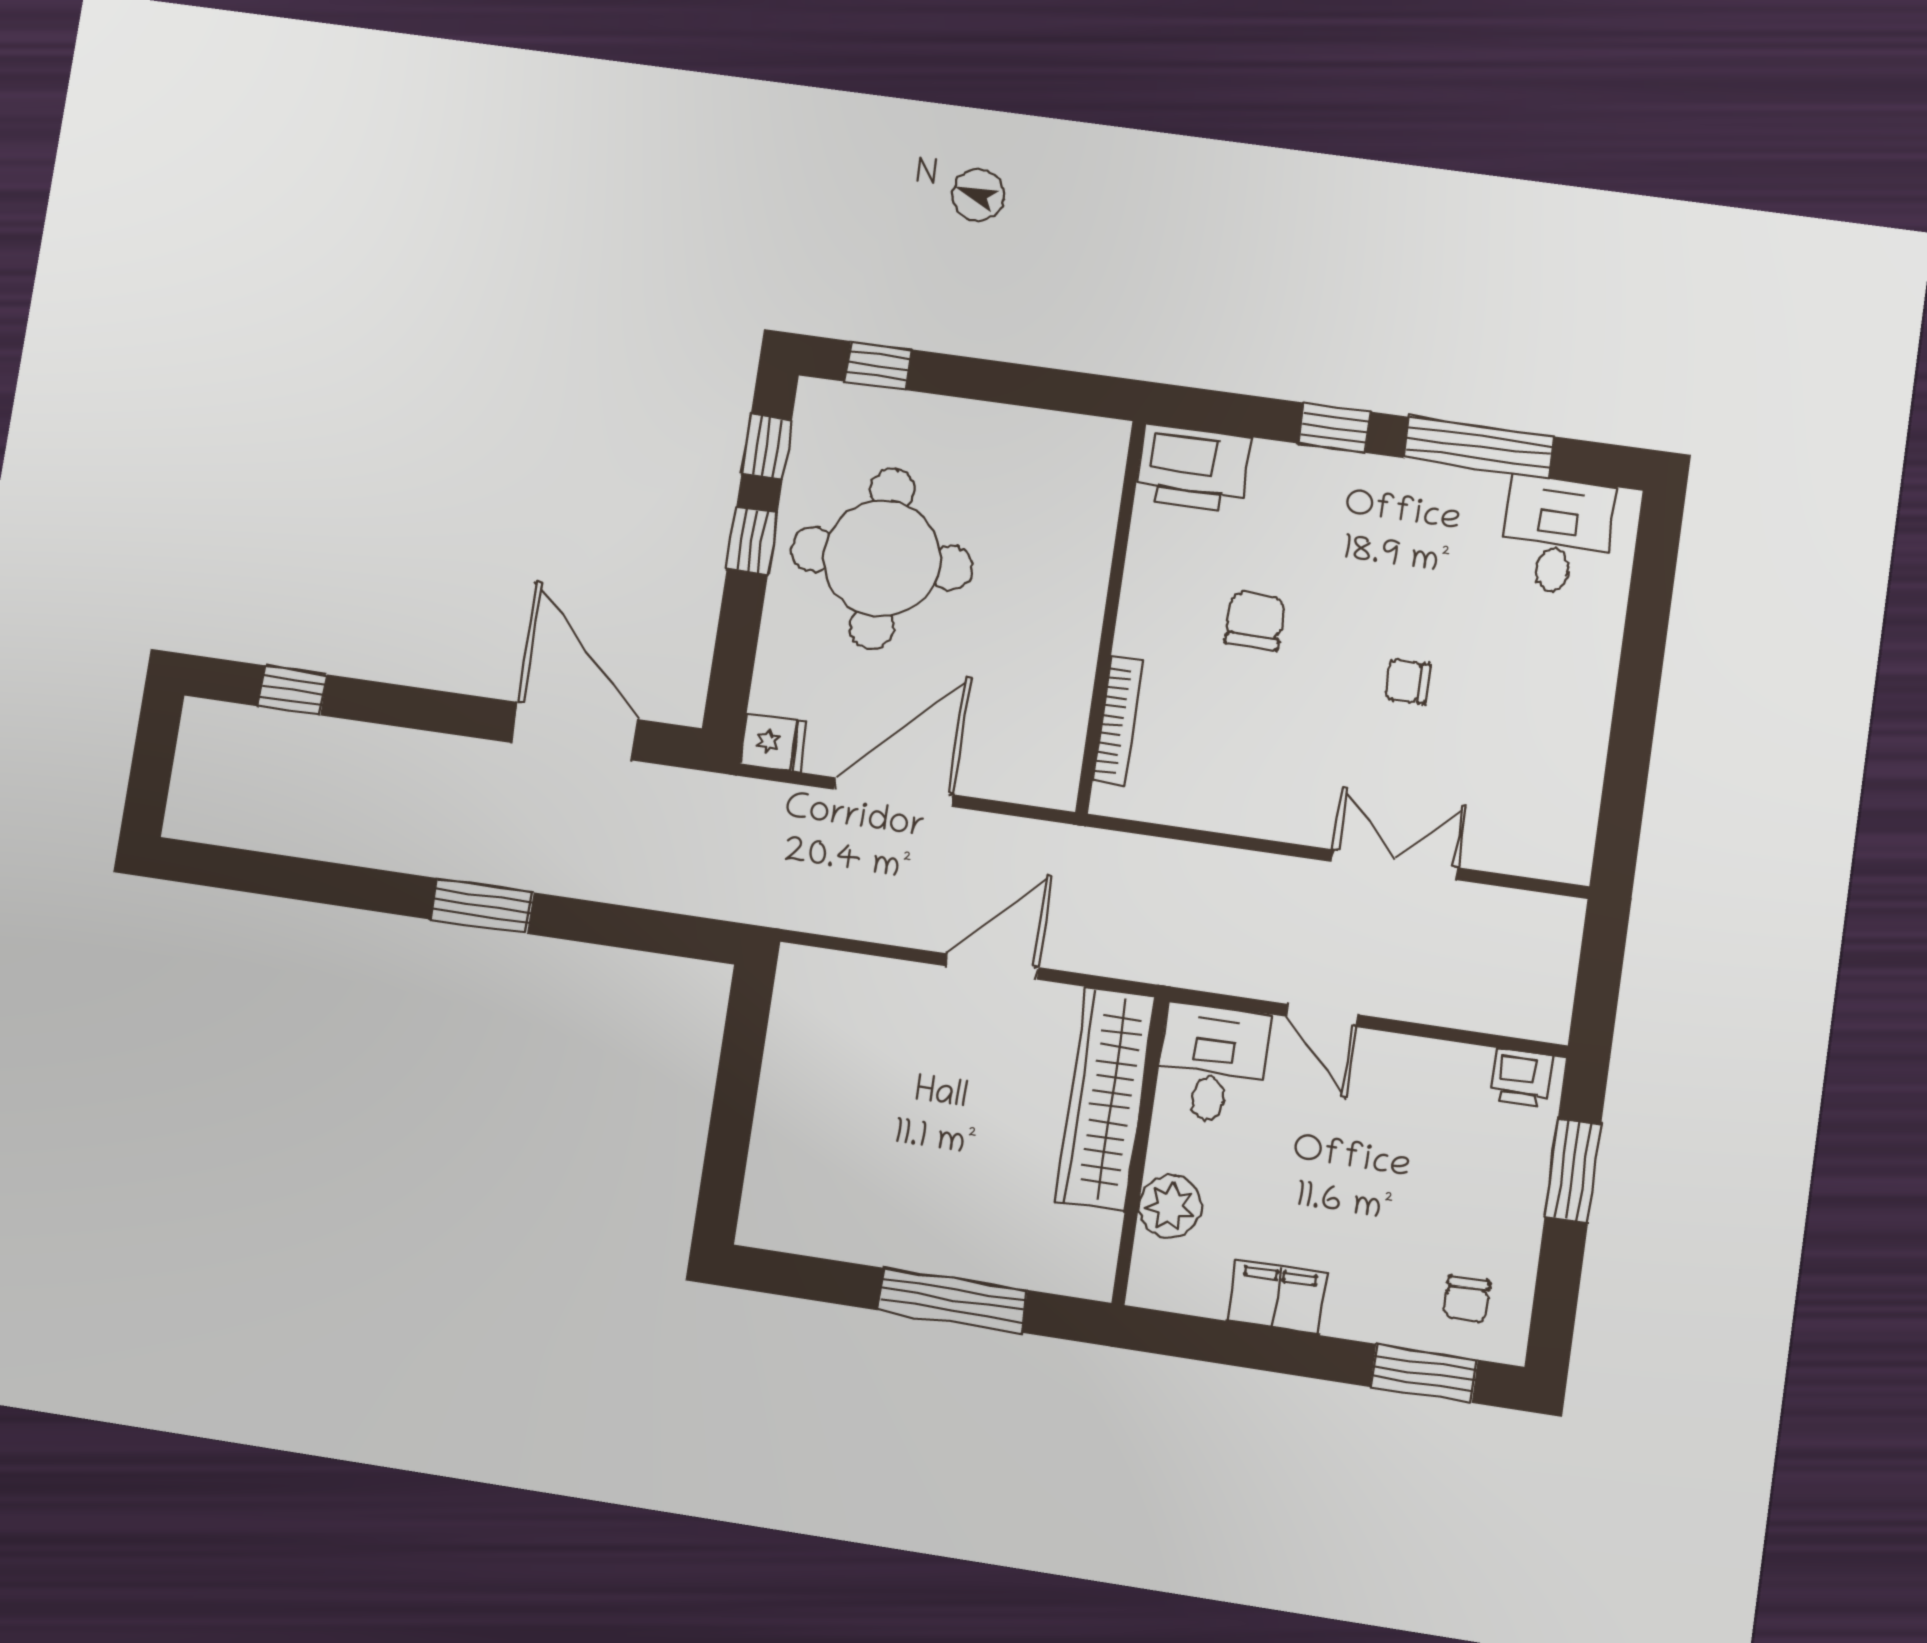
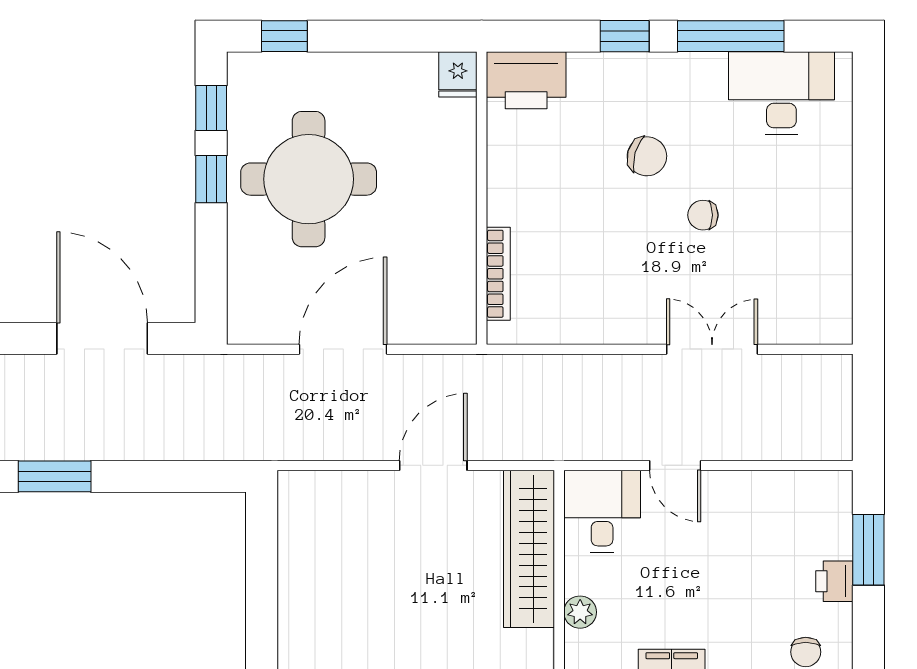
desk: (1557, 536) -> (781, 93), width x1.37
chair: (1255, 621) -> (647, 156), moved, turned 106
fridge: (773, 742) -> (458, 74), moved, turned 90
printer: (1522, 1077) -> (834, 581), moved, turned 90
plant: (1170, 1206) -> (580, 612), width x0.73, depth x0.73

